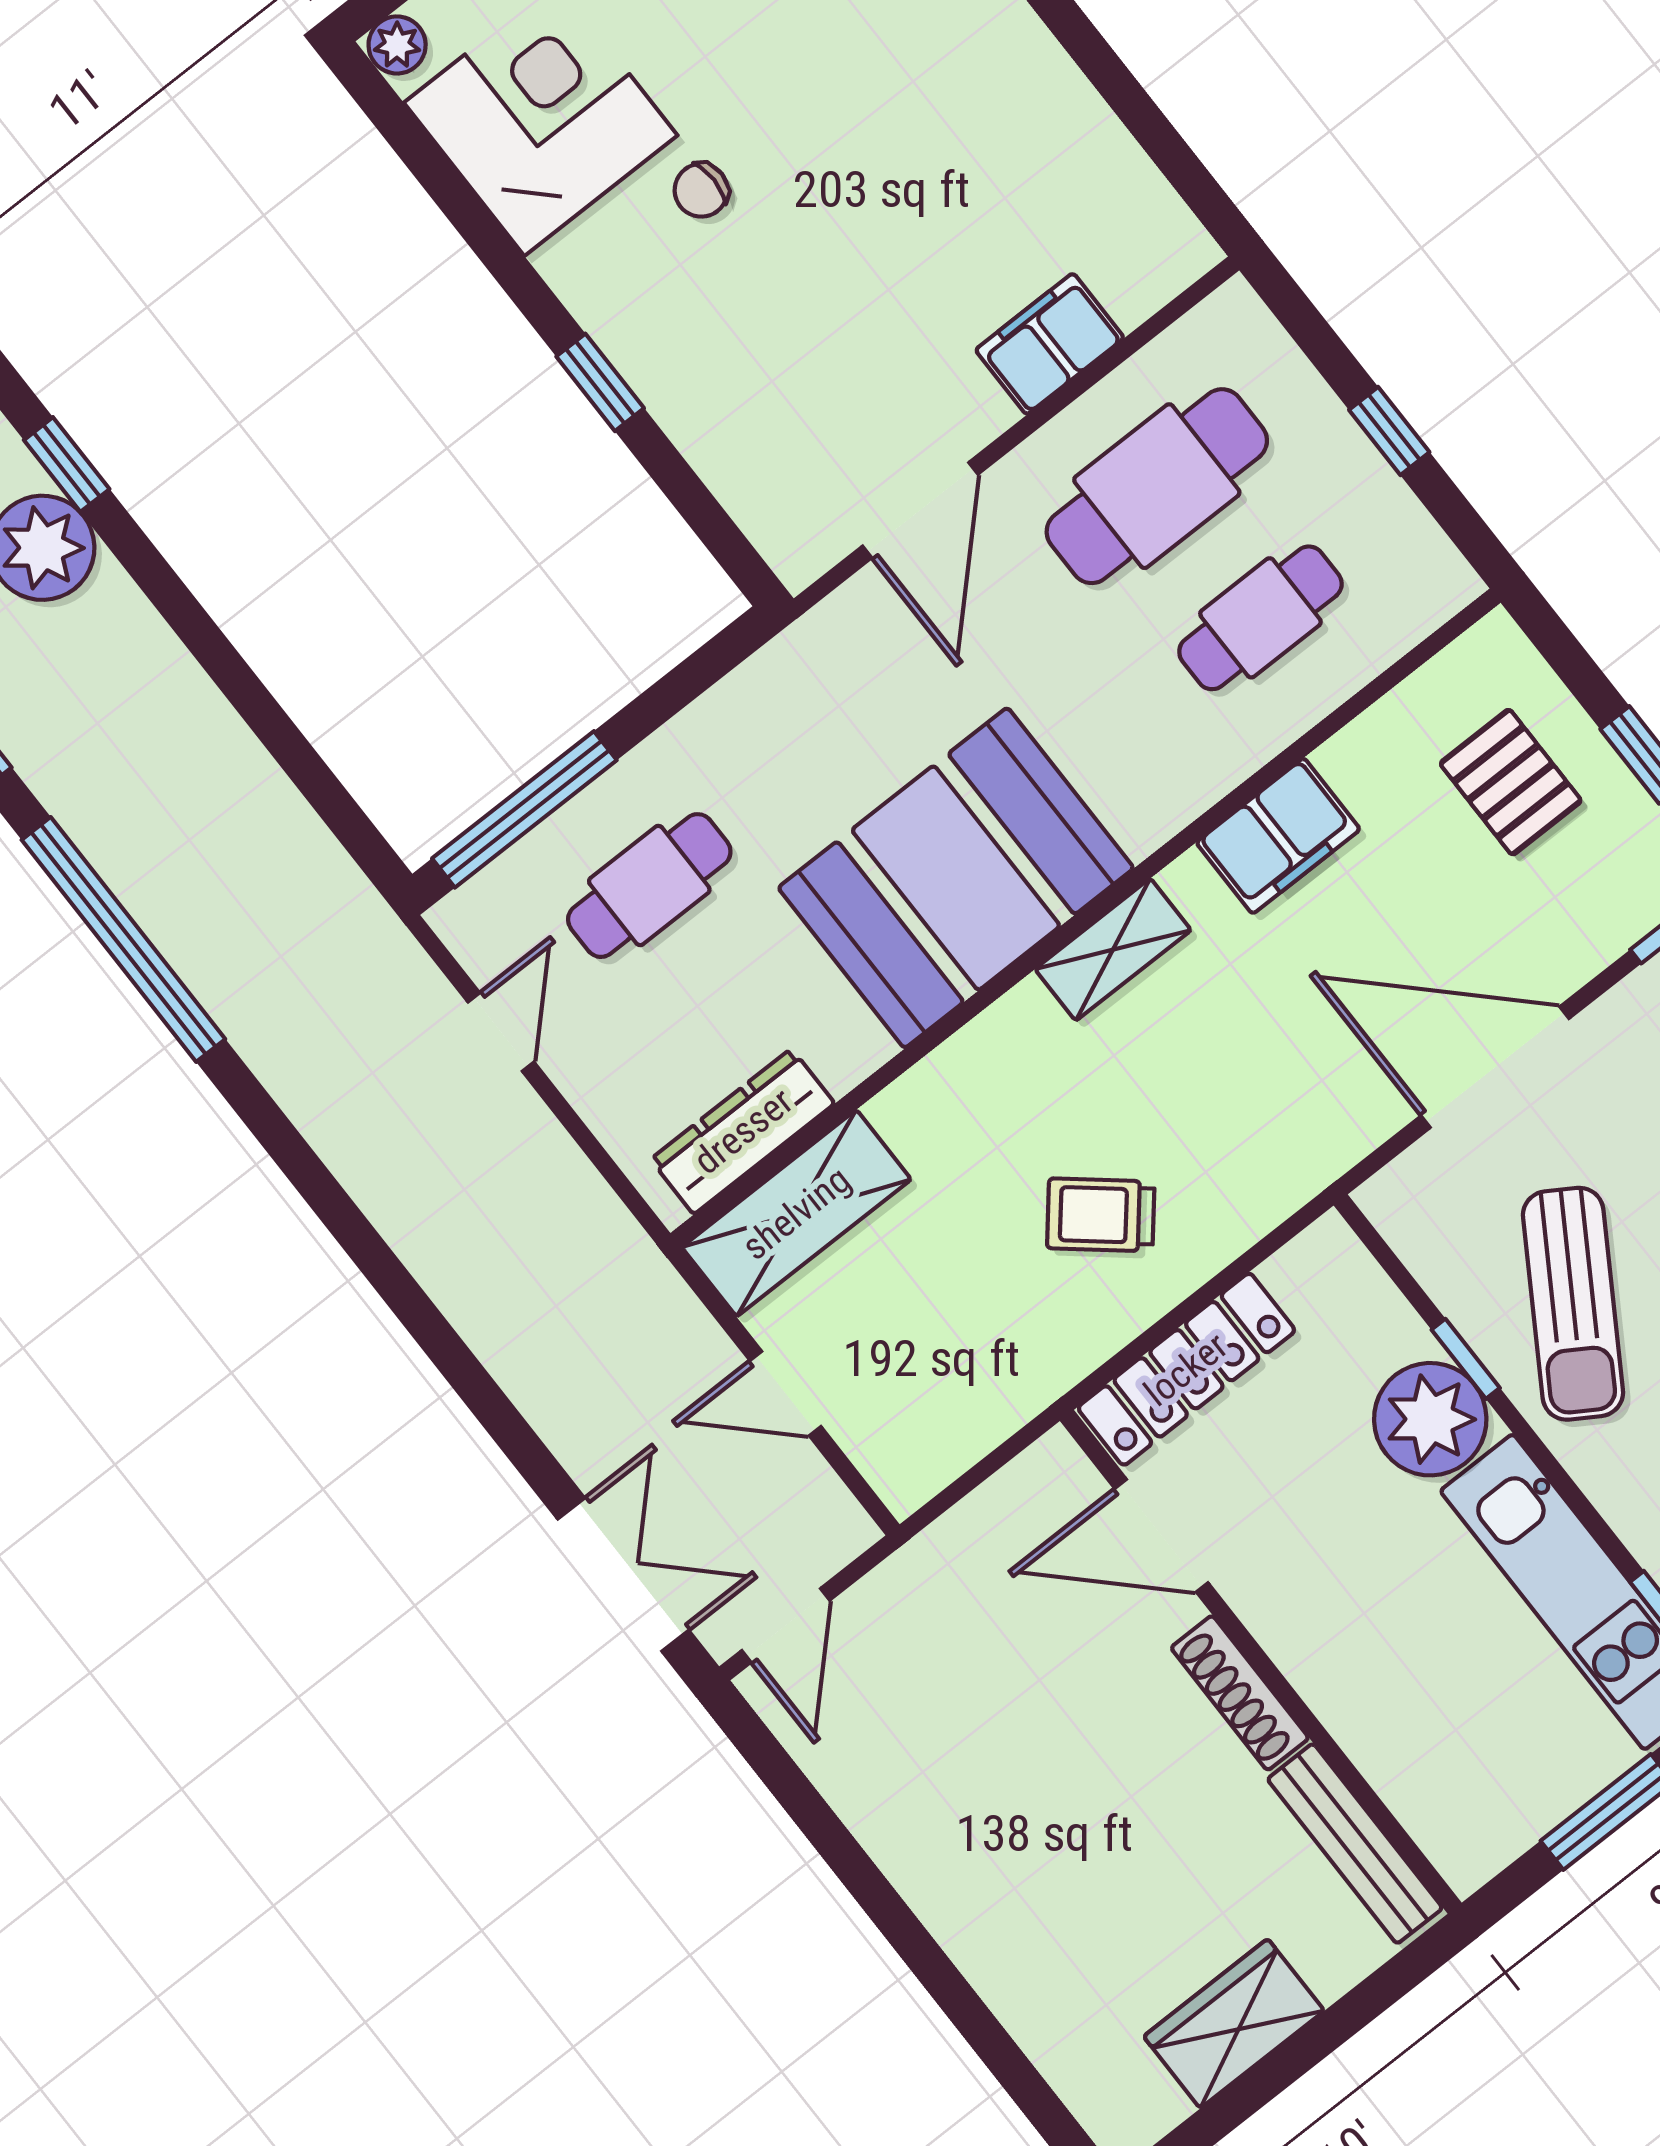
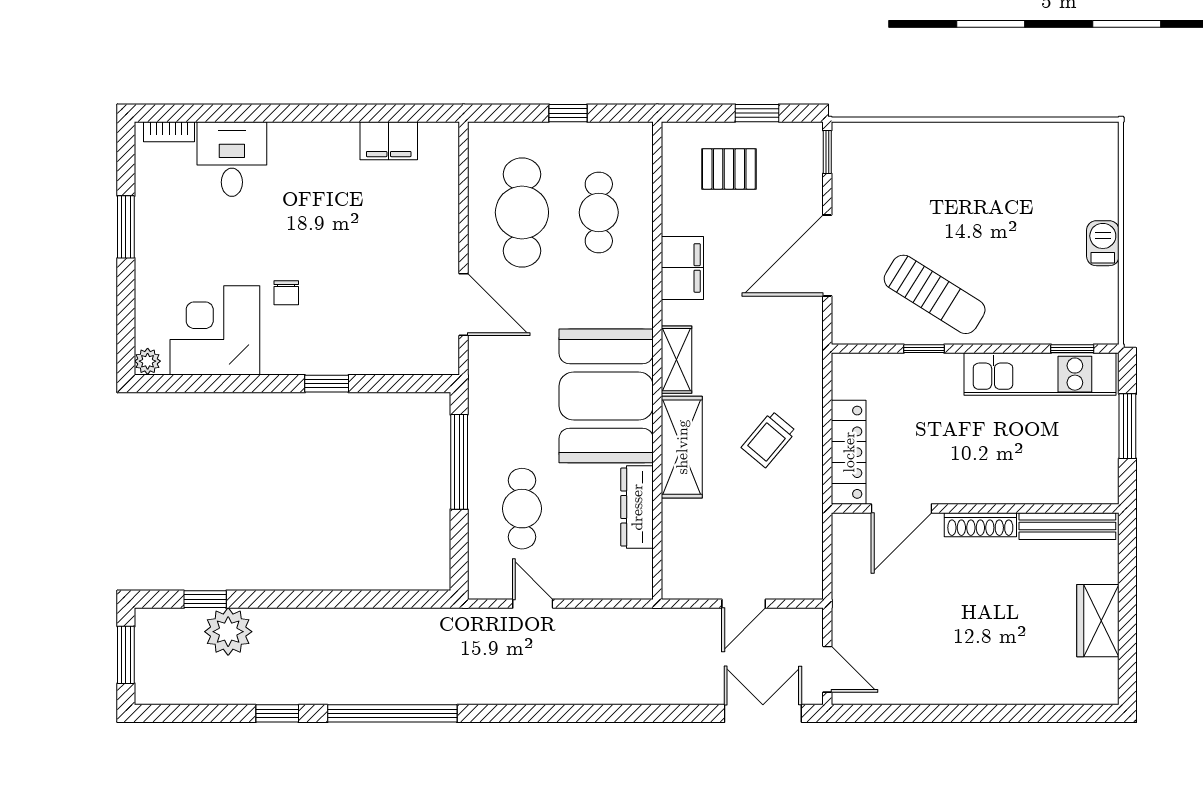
filing cabinet: (1050, 344) -> (389, 141), moved, turned -90
window: (524, 809) -> (459, 462), moved
dresser: (743, 1131) -> (637, 507), moved
shelving: (796, 1213) -> (682, 447), moved
plant: (1430, 1419) -> (936, 379), removed

